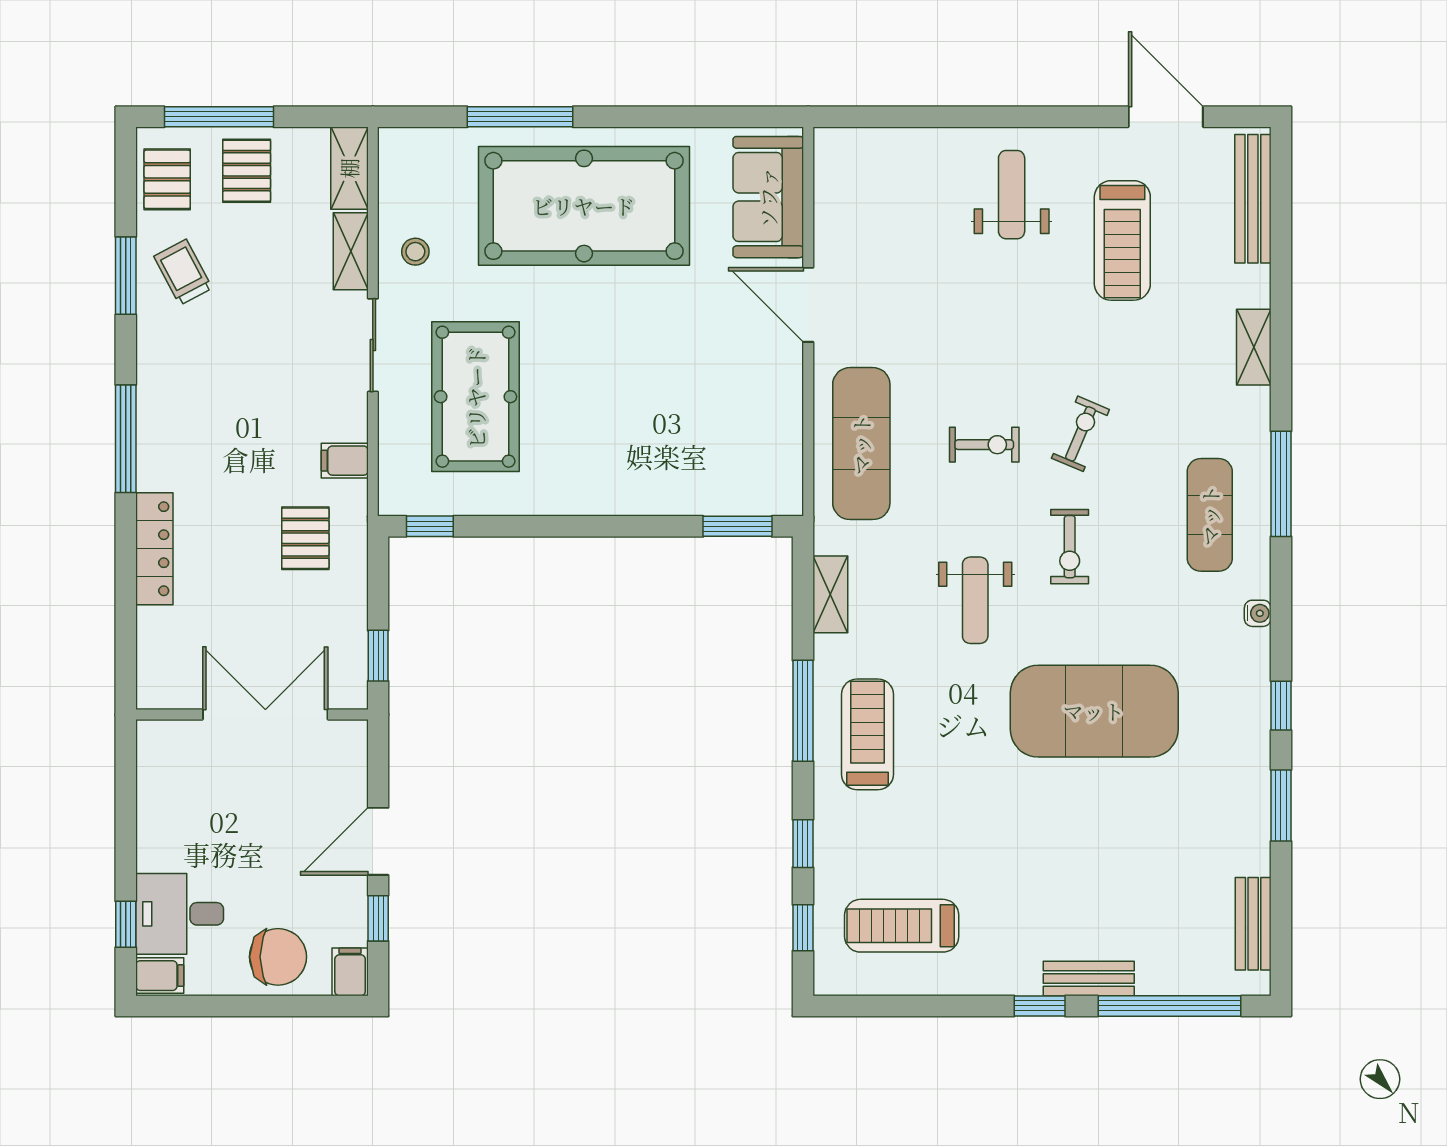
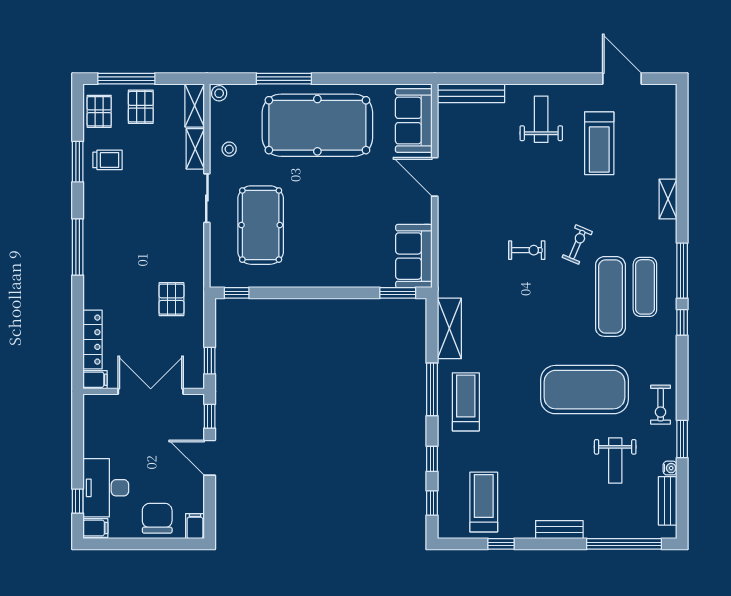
stool: (396, 145) -> (219, 93), added
bench: (1253, 199) -> (471, 93), moved, turned 90
trolley: (183, 272) -> (108, 160), turned 118
exercise mat: (861, 444) -> (610, 296), moved
sofa: (768, 456) -> (414, 256), added
filing cabinet: (345, 461) -> (95, 380), moved, turned 180
exercise bike: (1070, 547) -> (661, 405), moved
locker: (154, 549) -> (93, 340), moved
shelving: (830, 594) -> (449, 328), width x1.50, depth x1.33
weight bench: (975, 600) -> (615, 460), moved
water cooler: (1258, 613) -> (670, 468), moved
window: (1281, 706) -> (682, 322), moved
door: (378, 841) -> (210, 458), hinge flipped
desk: (180, 914) -> (106, 488), width x1.37
window: (378, 918) -> (210, 416), moved
treadmill: (902, 926) -> (484, 502), turned 90
chair: (278, 957) -> (157, 518), turned -90
bench: (1089, 979) -> (559, 530), moved
window: (1040, 1006) -> (501, 544), moved

